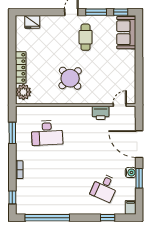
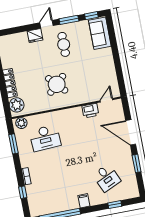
fridge: (32, 22) -> (35, 35), moved
plant: (25, 112) -> (21, 123), added
water cooler: (131, 172) -> (128, 160), removed
desk: (104, 188) -> (107, 178), turned -48
window: (12, 197) -> (23, 192), moved
filing cabinet: (131, 207) -> (84, 201), moved

